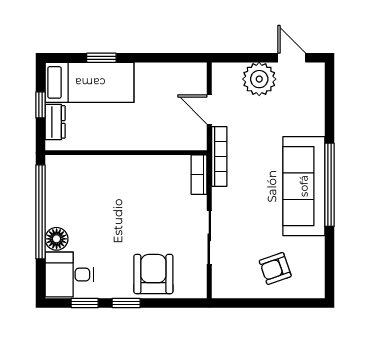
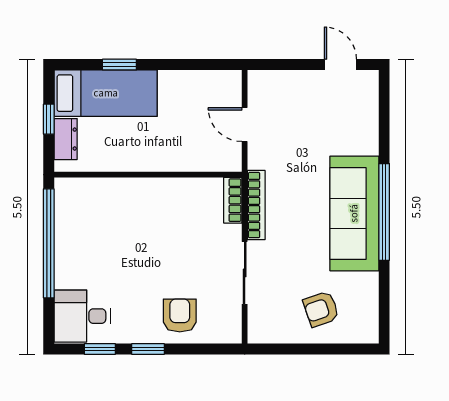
plant: (259, 79) -> (303, 89), removed
bookcase: (219, 156) -> (256, 205), moved
floor lamp: (57, 239) -> (67, 275), removed
armchair: (153, 274) -> (180, 315), width x0.72, depth x0.72

